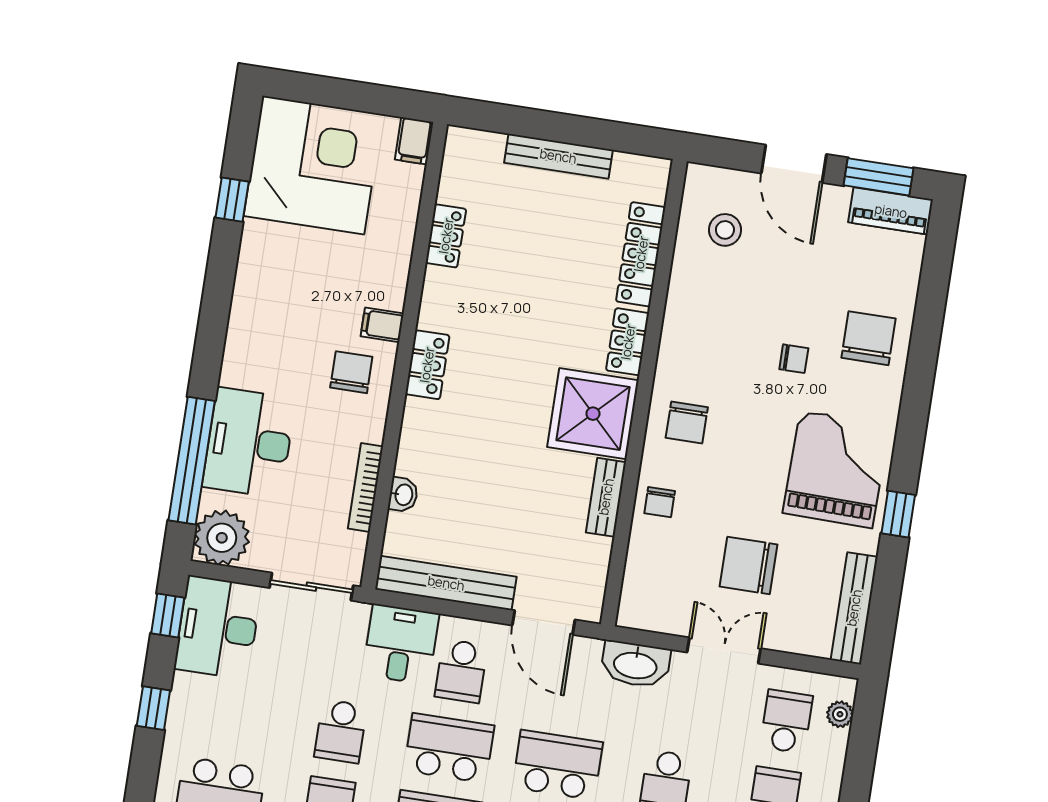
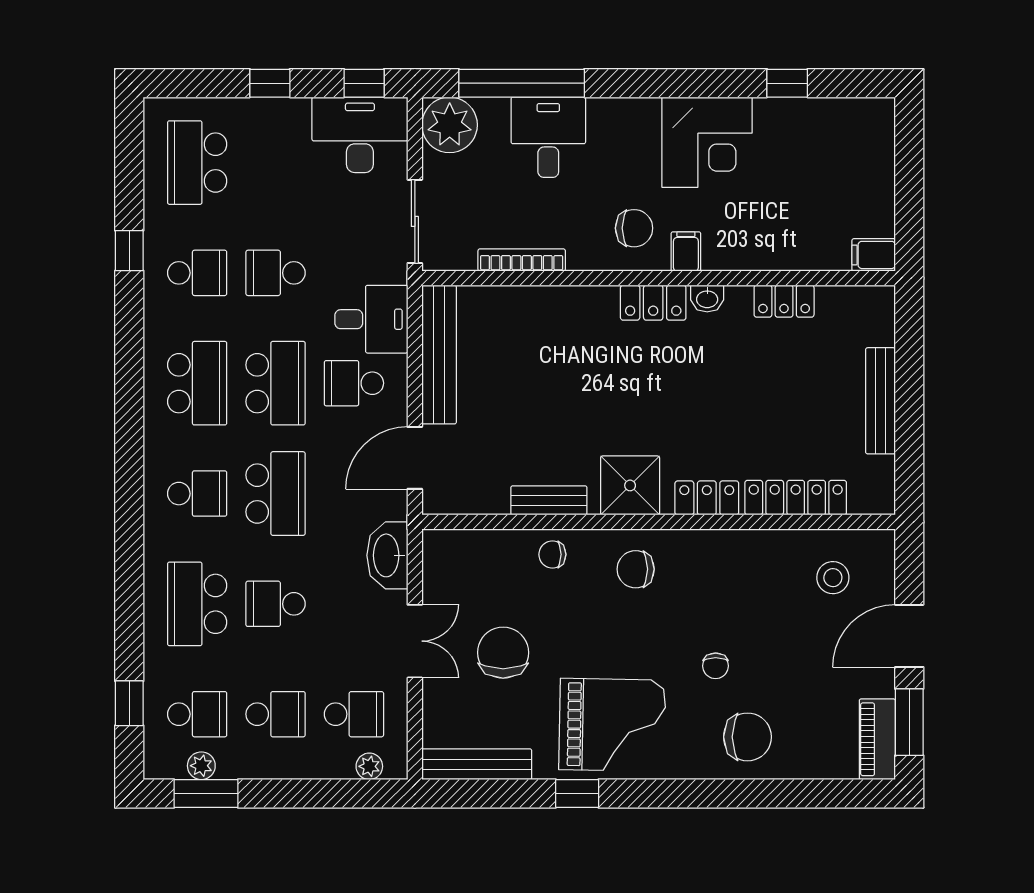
corner desk: (313, 165) -> (707, 142), moved, width x0.74, depth x0.74
shower: (593, 414) -> (630, 485), width x0.73, depth x0.73
desk: (249, 443) -> (548, 137), width x0.73
washbasin: (403, 495) -> (707, 299), moved

